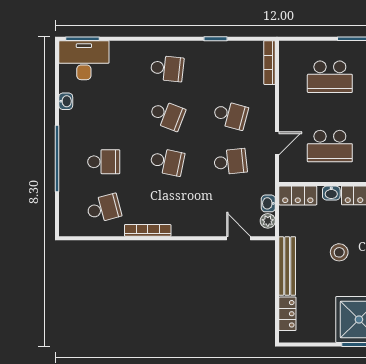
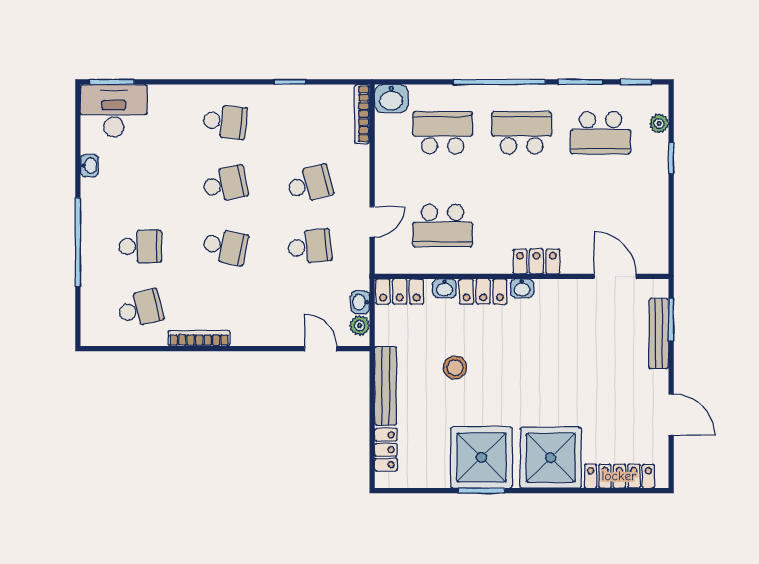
washbasin: (291, 51) -> (391, 99), added
school desk: (330, 77) -> (443, 133), turned 180
school desk: (167, 115) -> (225, 184), turned -33
school desk: (230, 115) -> (310, 184), turned -30

